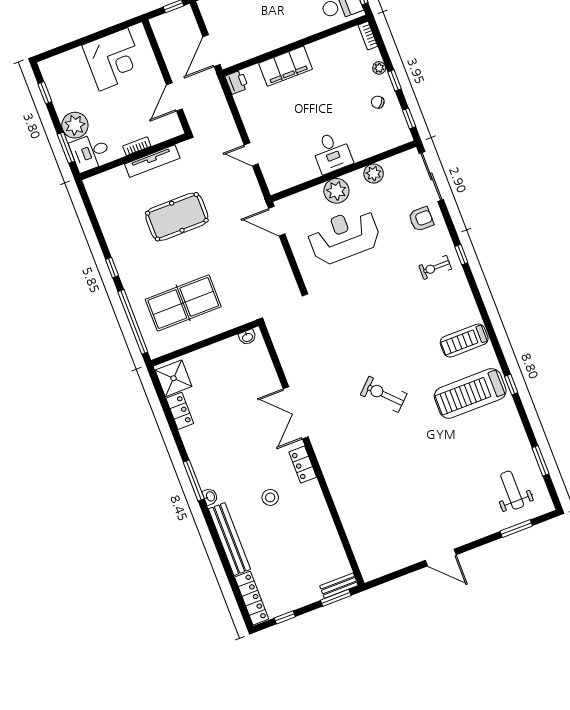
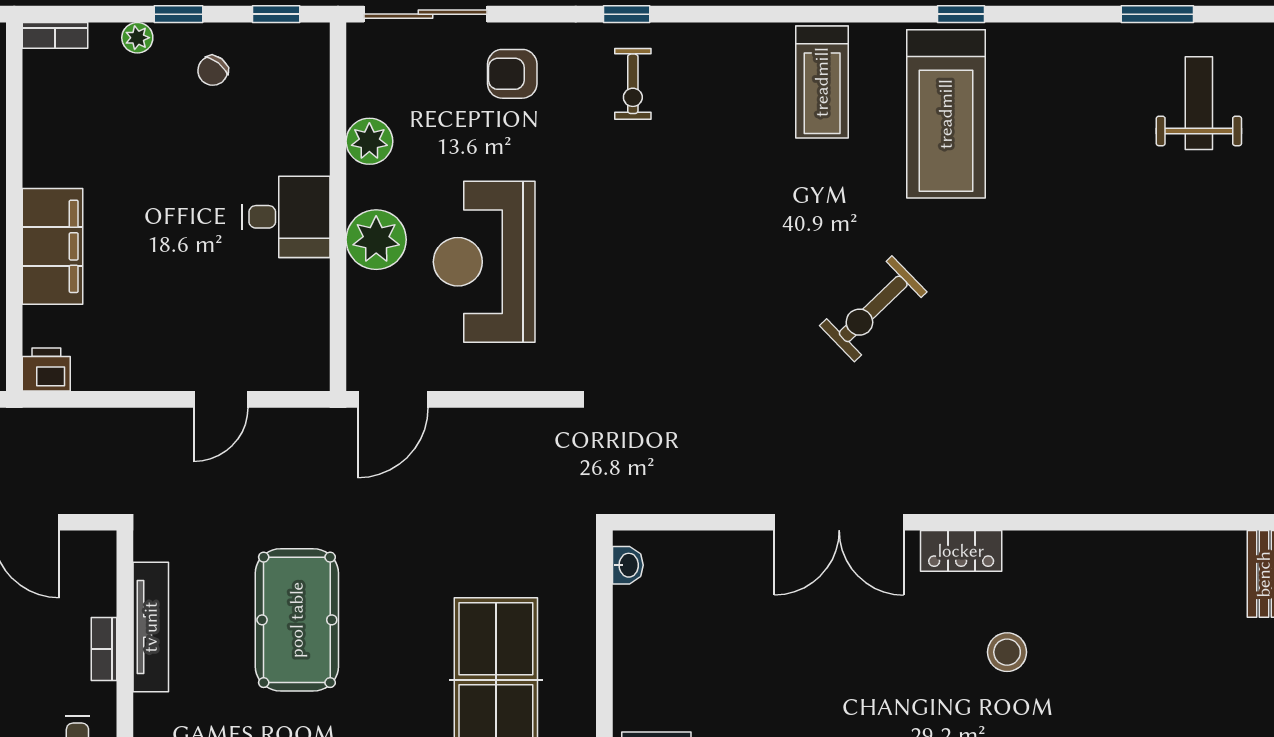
armchair: (421, 219) -> (512, 74), turned -90
weight bench: (512, 490) -> (1199, 103), turned 90

